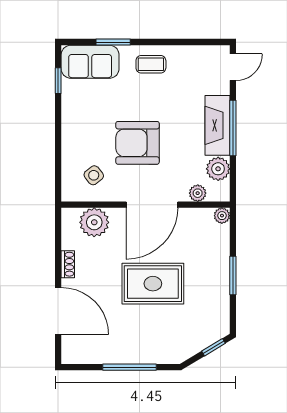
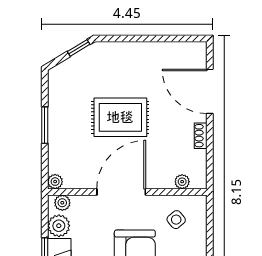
plant: (198, 193) -> (62, 203), moved
plant: (94, 222) -> (182, 182), width x0.53, depth x0.53
window: (214, 347) -> (79, 48), moved
window: (129, 367) -> (142, 38), removed

